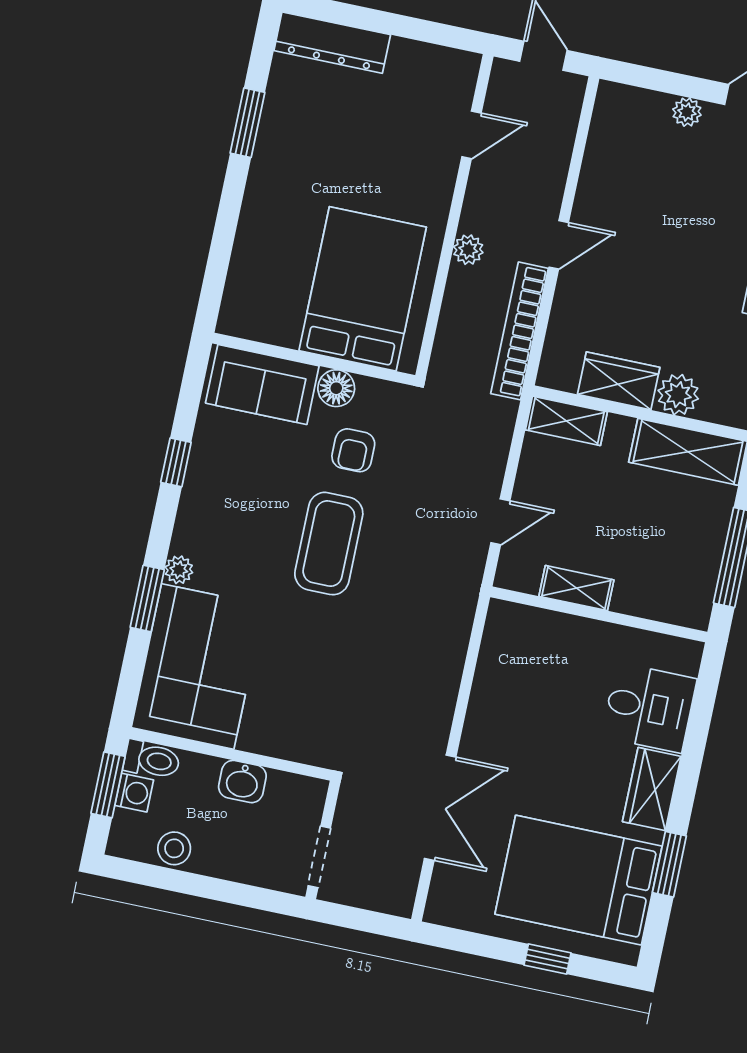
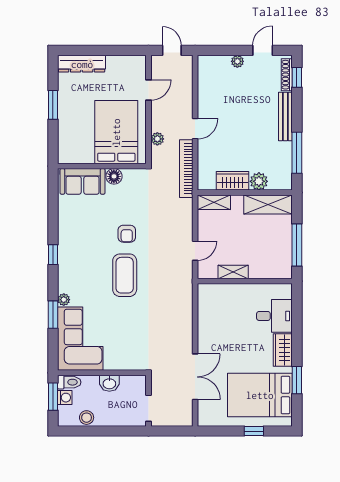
bed: (363, 289) -> (116, 132), moved
wall: (314, 359) -> (102, 166), moved
sofa: (262, 384) -> (82, 181), moved
floor lamp: (336, 388) -> (114, 176), moved

